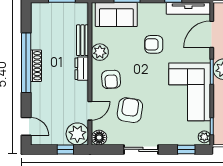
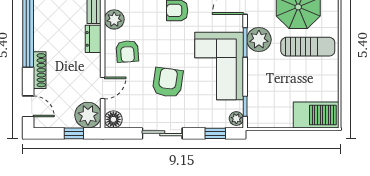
shoe rack: (36, 66) -> (40, 70), moved
armchair: (130, 110) -> (168, 82), moved

